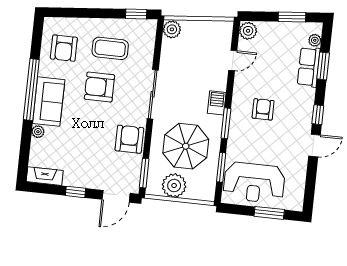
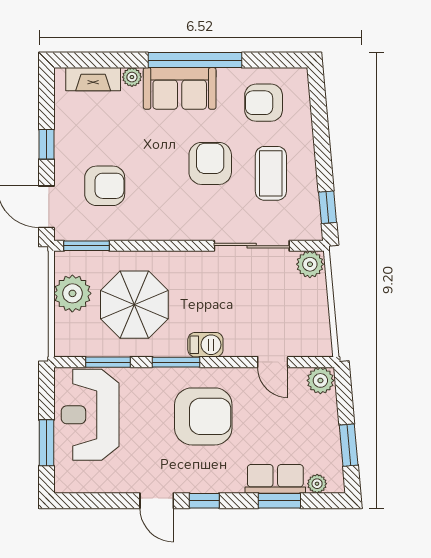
sliding door: (153, 94) -> (252, 246), moved
armchair: (263, 109) -> (203, 416), width x1.88, depth x1.88
armchair: (129, 139) -> (105, 186), moved
fireplace: (45, 176) -> (93, 79), moved, turned 90

